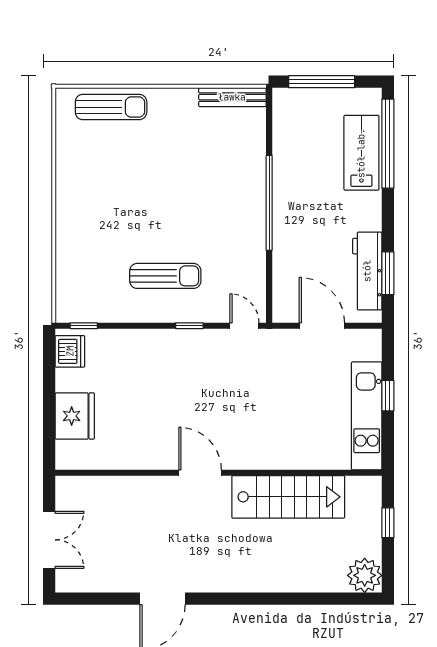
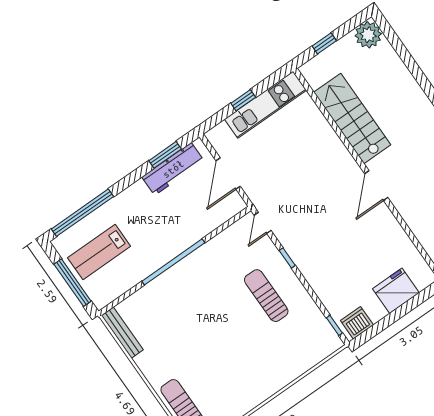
lab bench: (361, 153) -> (99, 252), moved

